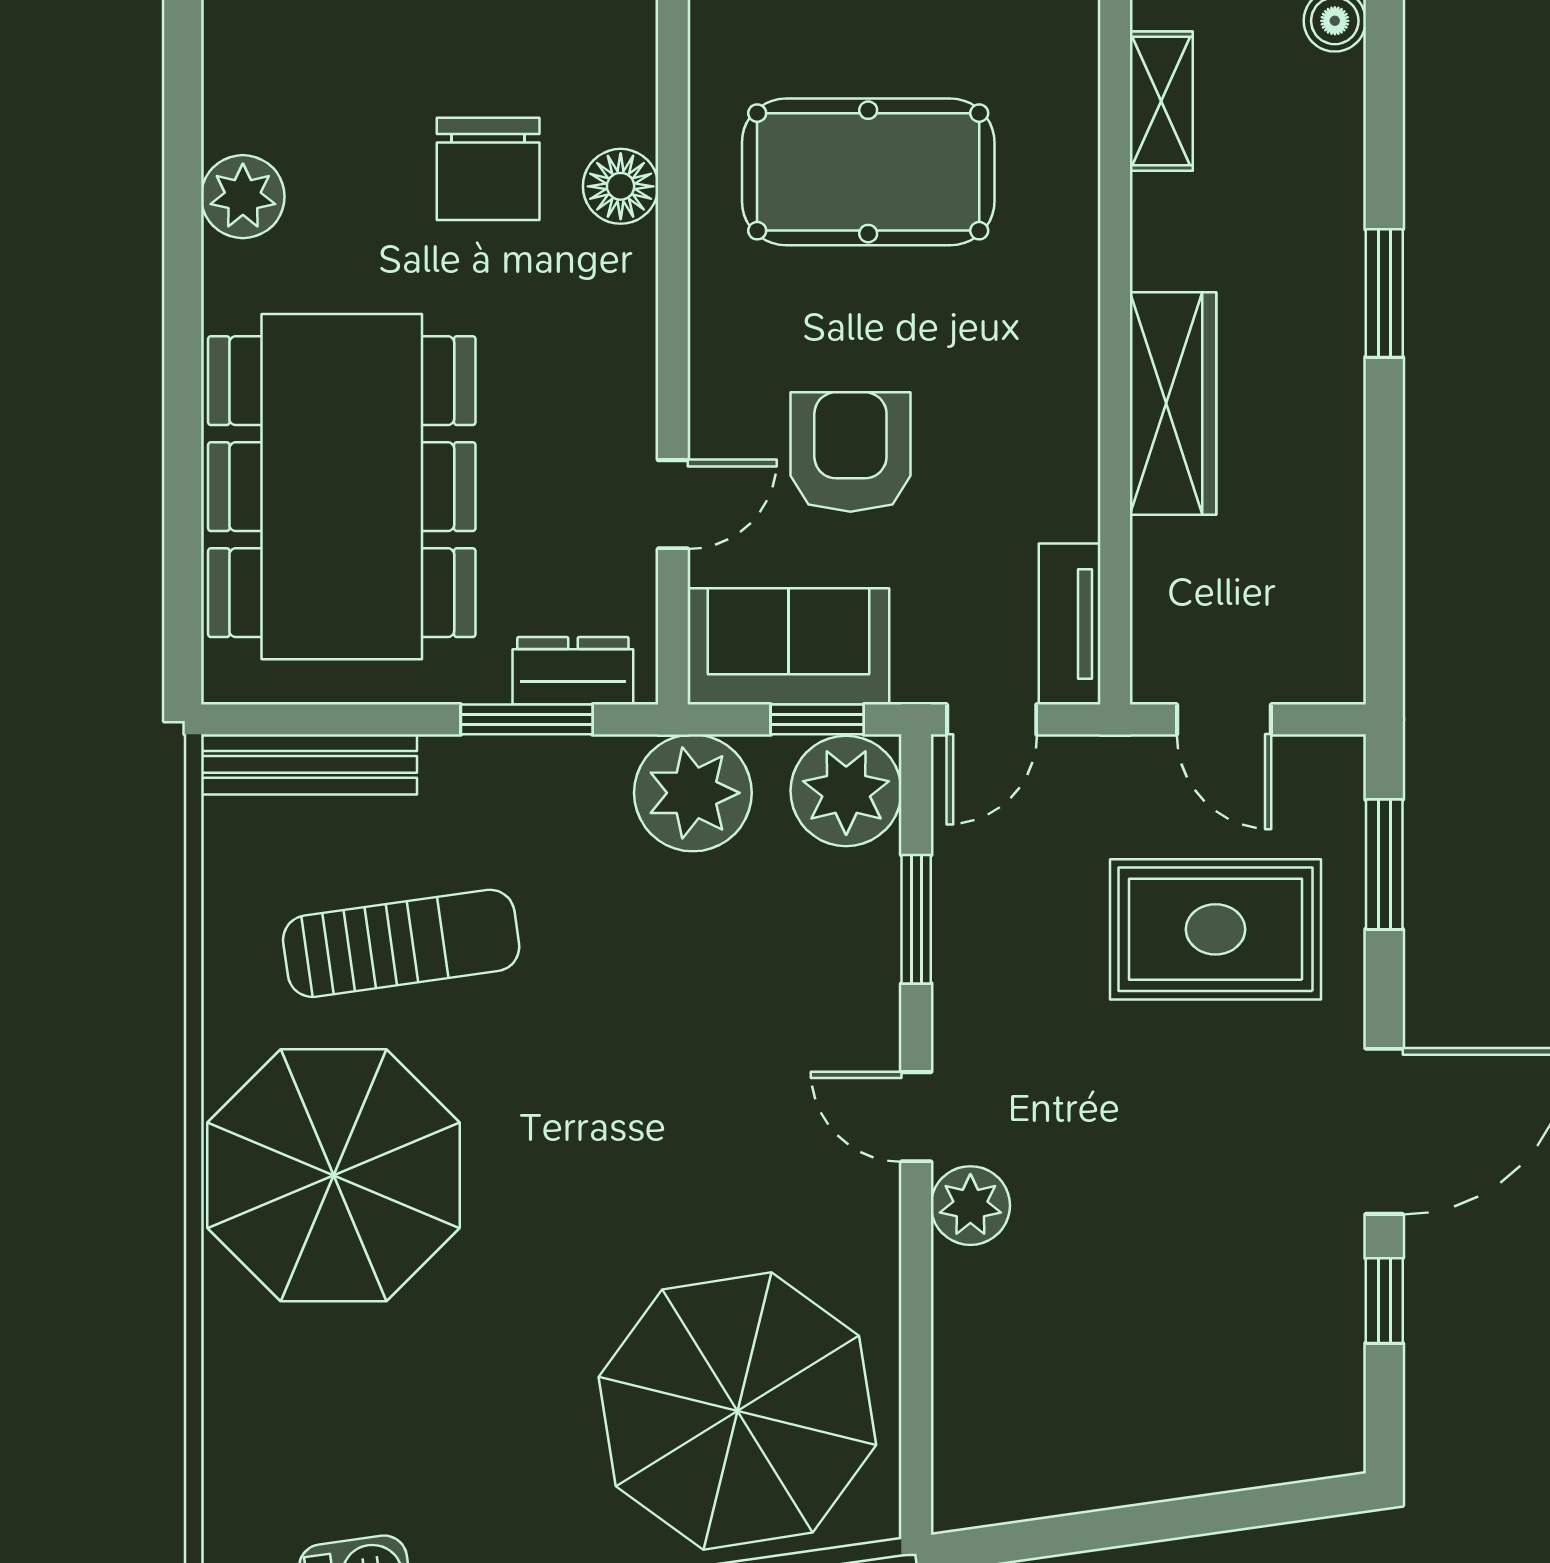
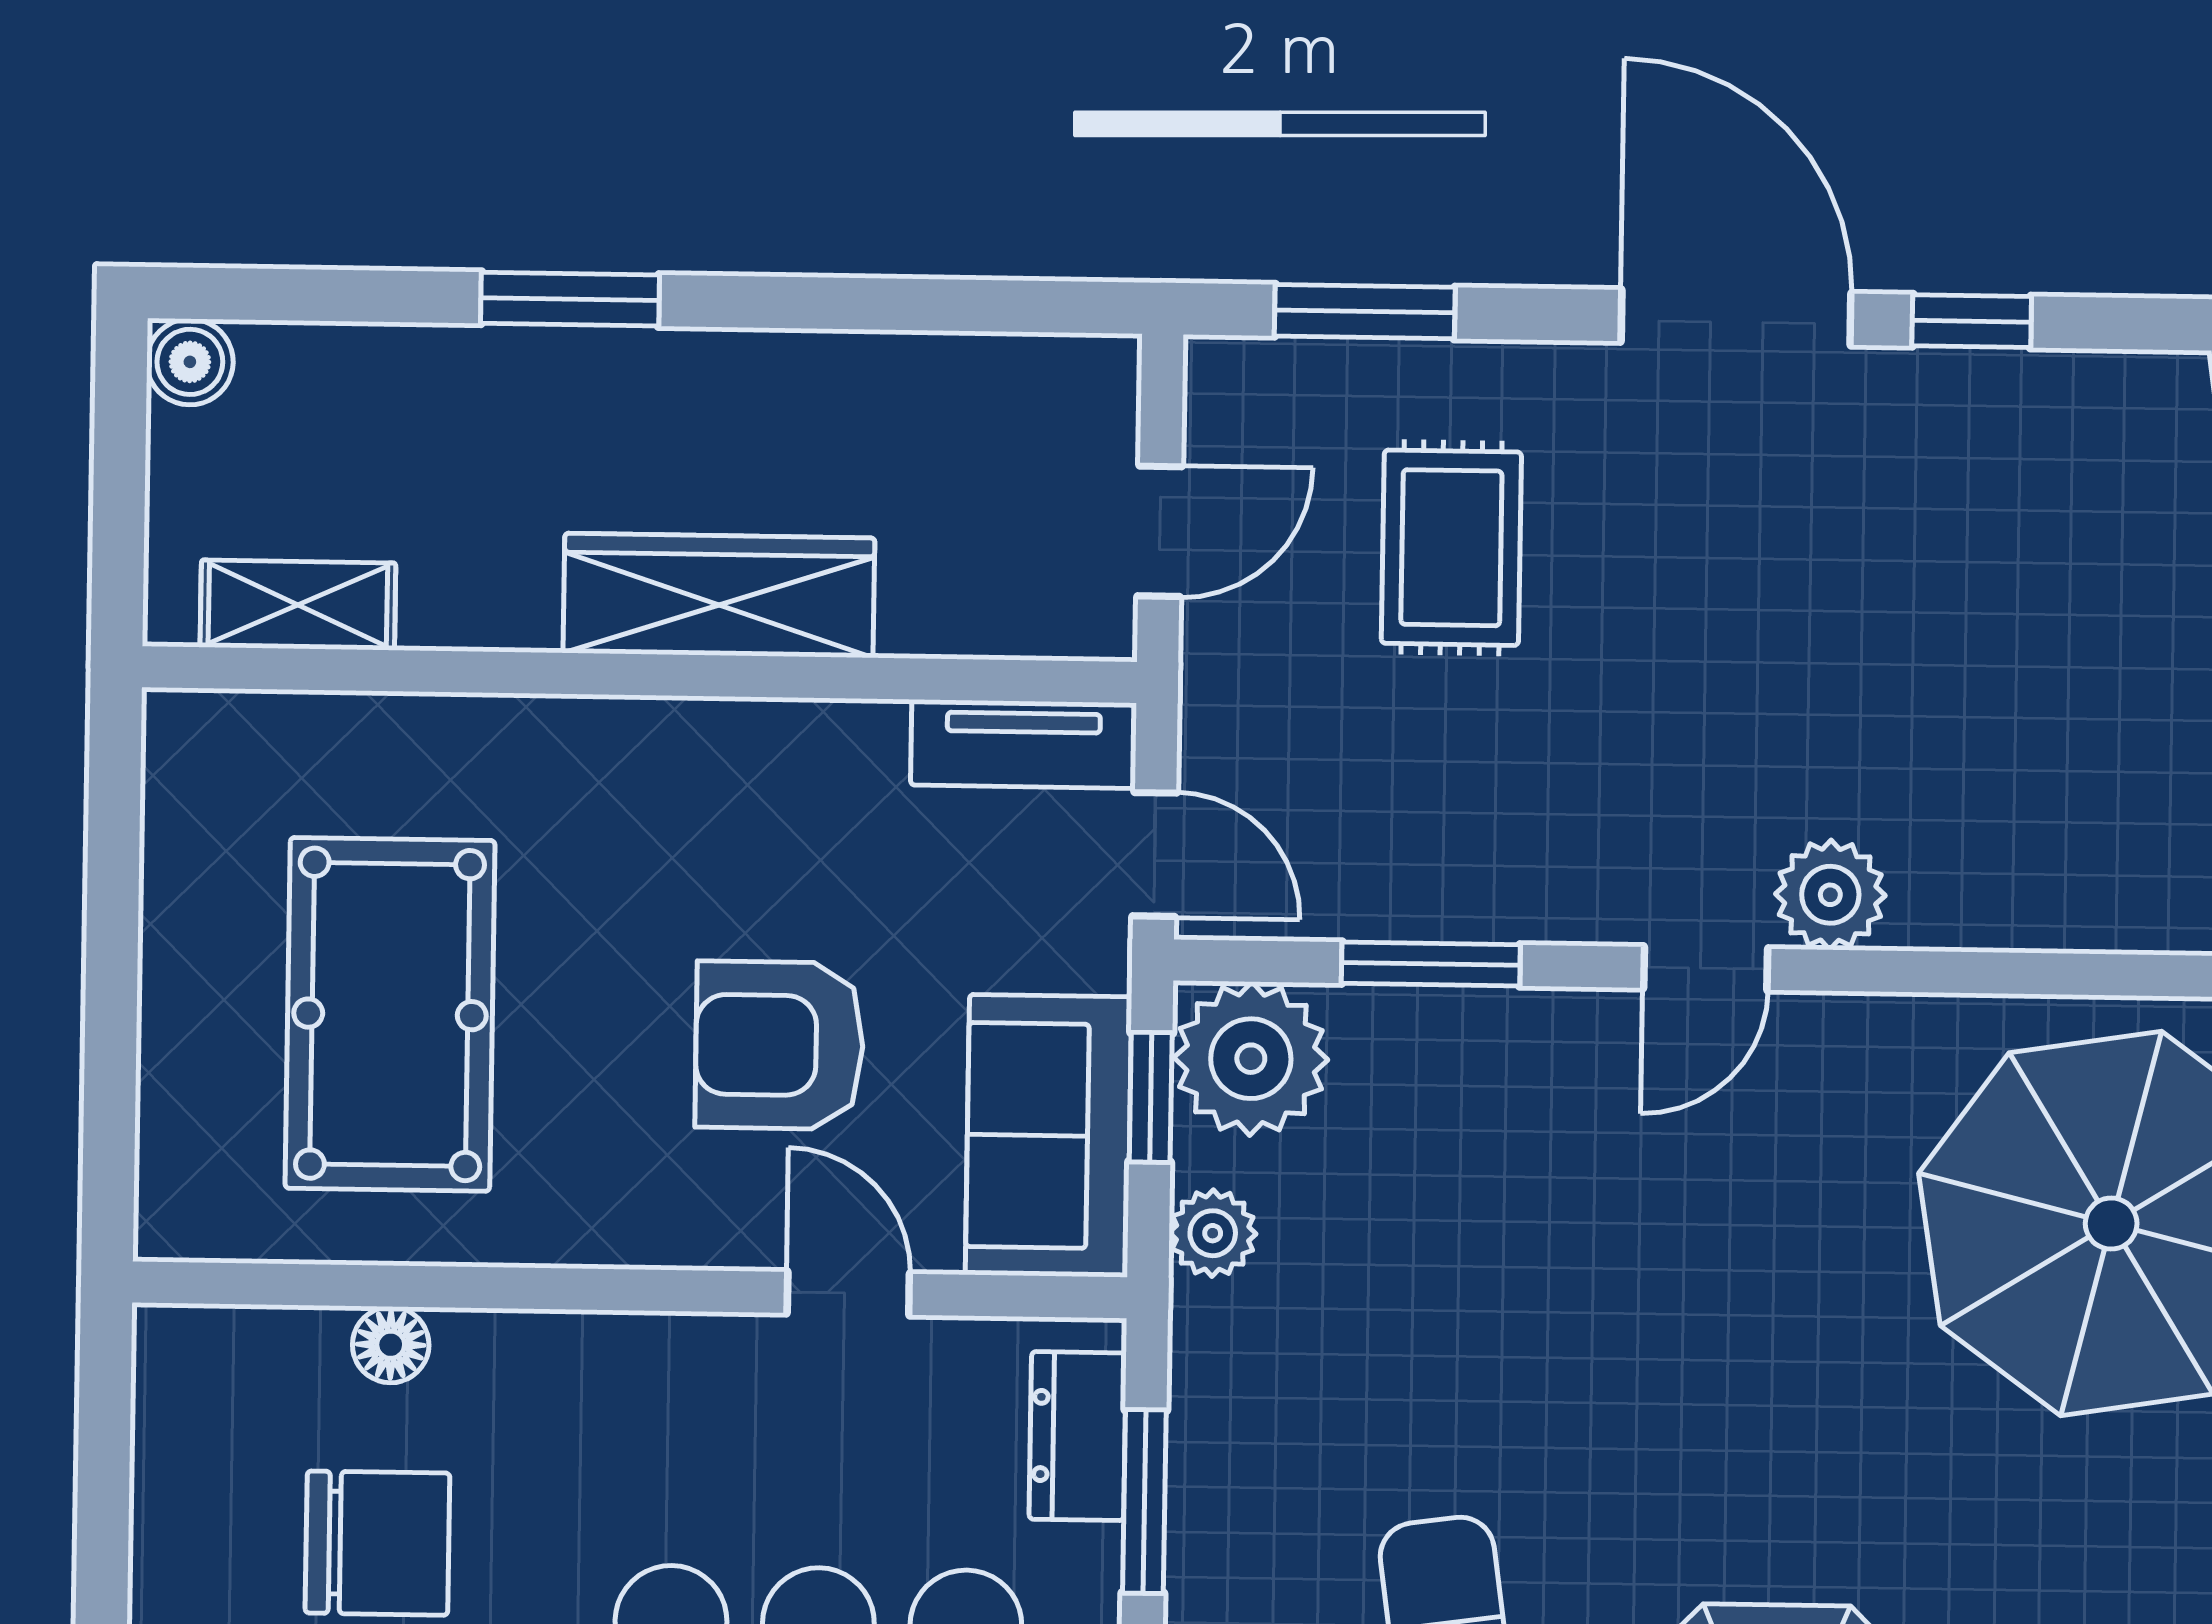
floor lamp: (621, 186) -> (391, 1345), width x0.73, depth x0.73
plant: (693, 793) -> (1213, 1233), width x0.53, depth x0.53
rug: (1216, 929) -> (1451, 548), width x0.73, depth x0.70

